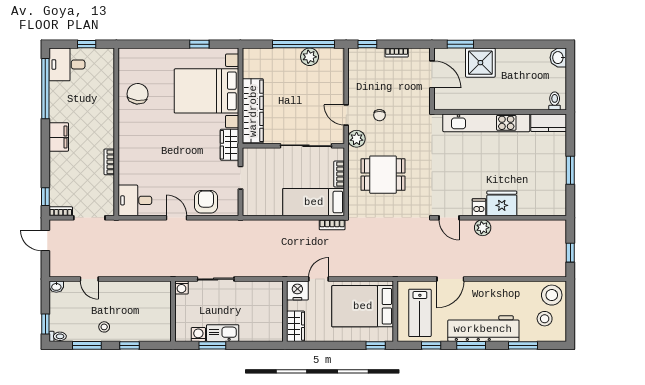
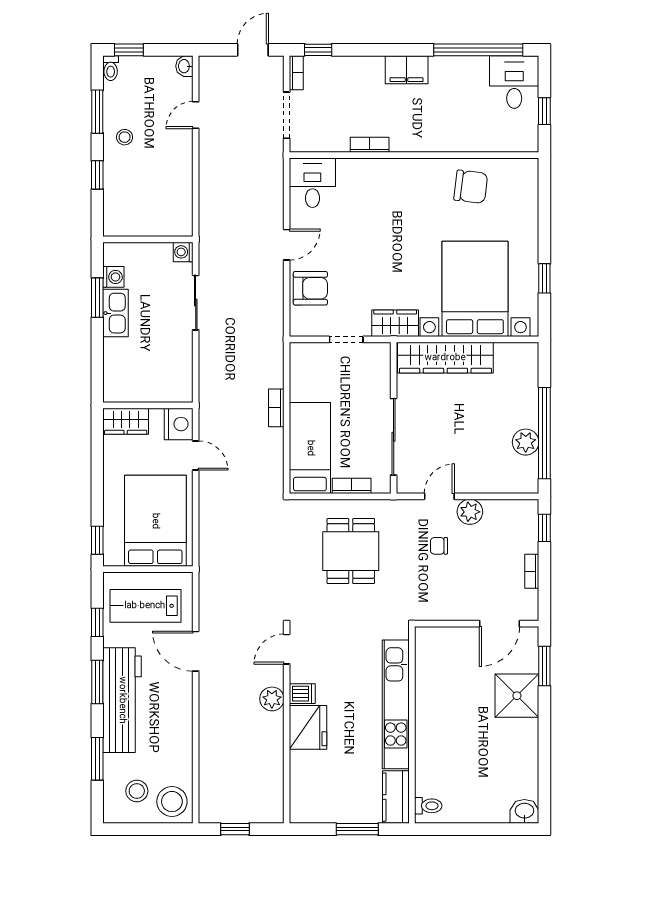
toilet: (555, 101) -> (428, 806), moved
wall: (500, 112) -> (412, 725), moved
kitchen unit: (486, 123) -> (396, 704), moved
kitchen counter: (549, 123) -> (396, 797), moved
plant: (357, 139) -> (470, 512), moved
bookcase: (332, 225) -> (276, 408), moved

